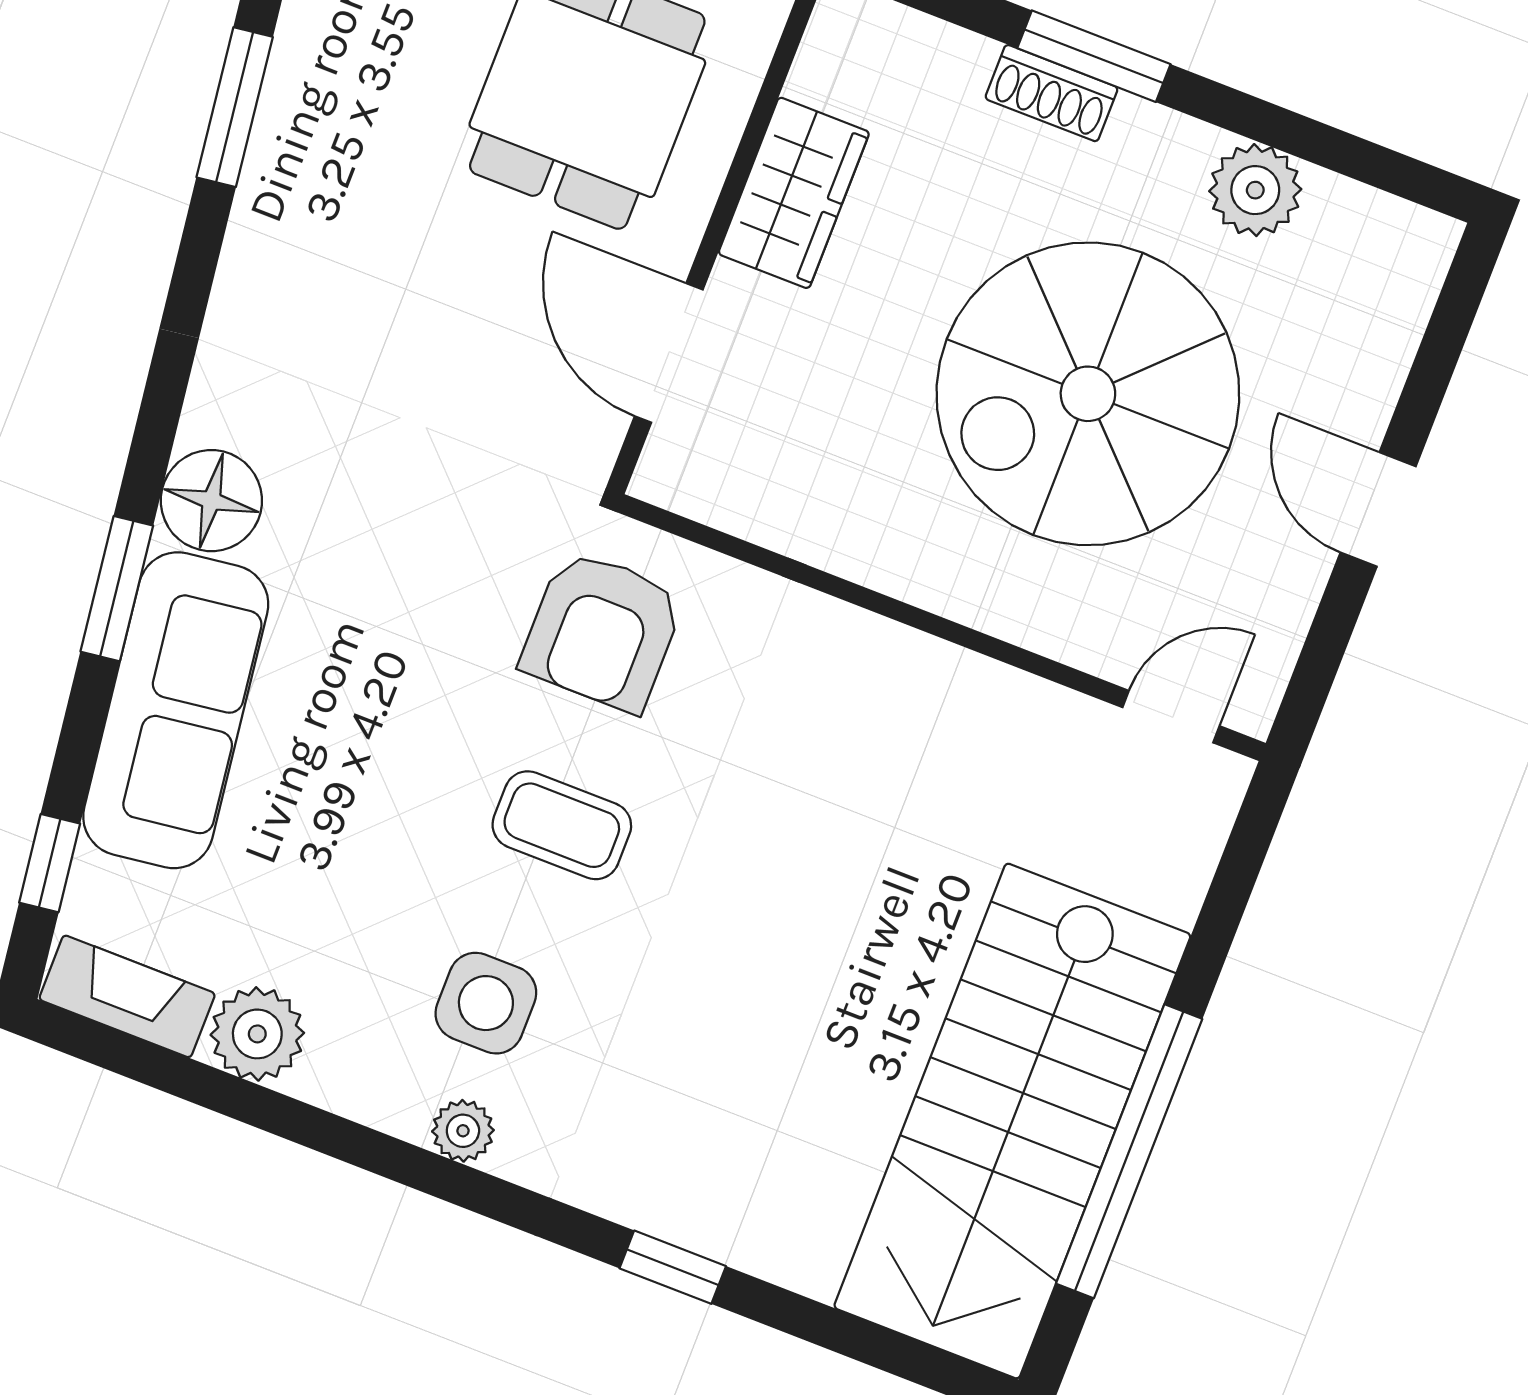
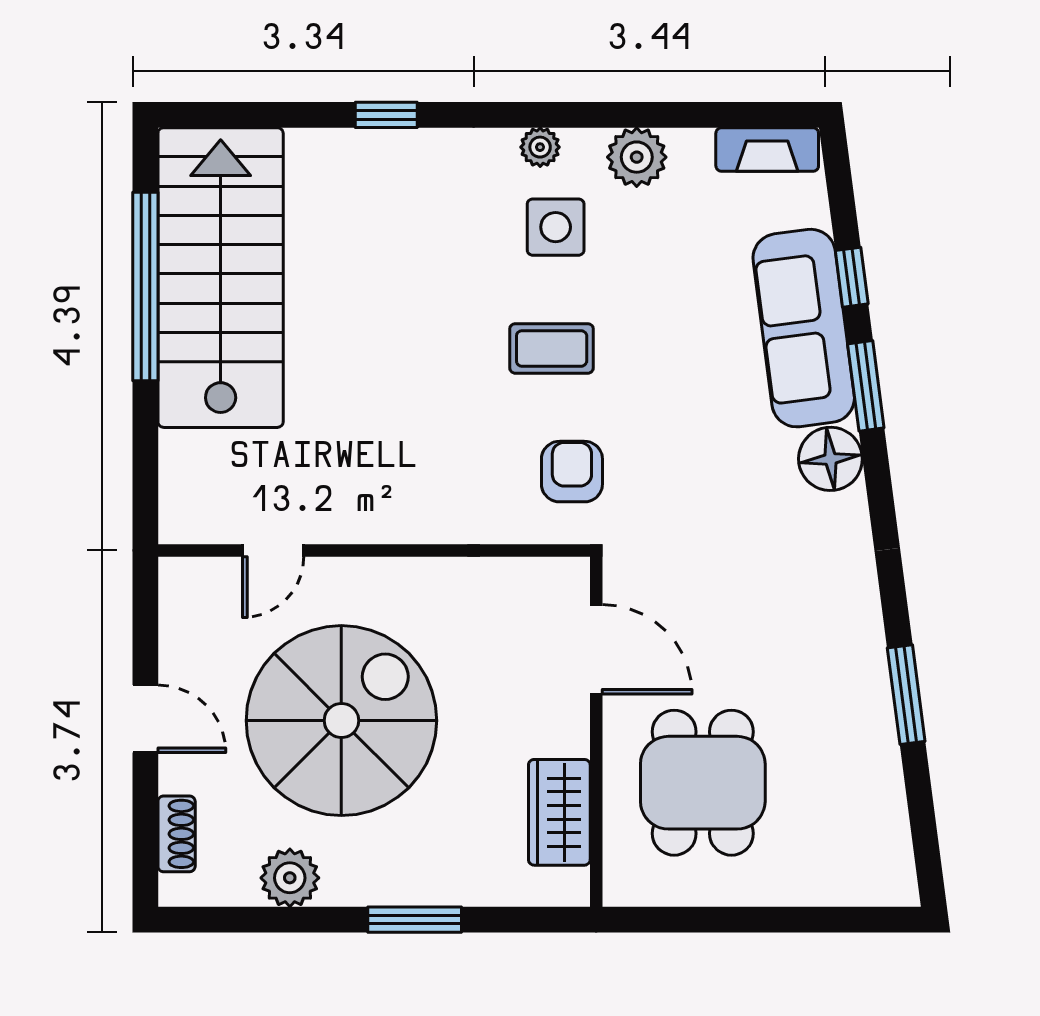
shoe rack: (1051, 93) -> (177, 834), moved, turned 90
wardrobe: (794, 193) -> (559, 812), moved
armchair: (602, 631) -> (572, 472), width x0.72, depth x0.72
door: (1171, 717) -> (273, 550), moved
window: (50, 863) -> (852, 277), moved
plant: (257, 1034) -> (637, 157), moved

